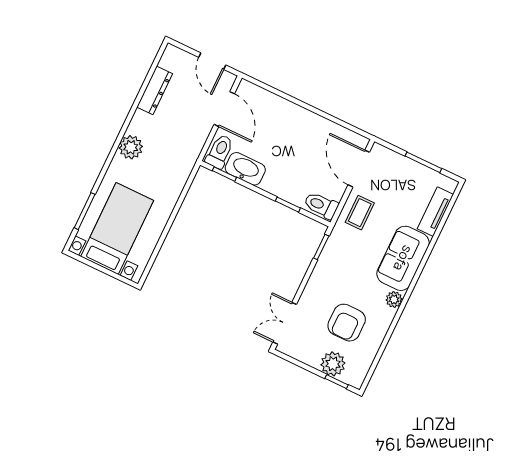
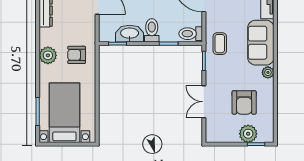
toilet: (220, 152) -> (152, 30), moved
armchair: (167, 164) -> (77, 55), added
coffee table: (360, 213) -> (220, 44), moved
double door: (285, 323) -> (204, 102), moved

